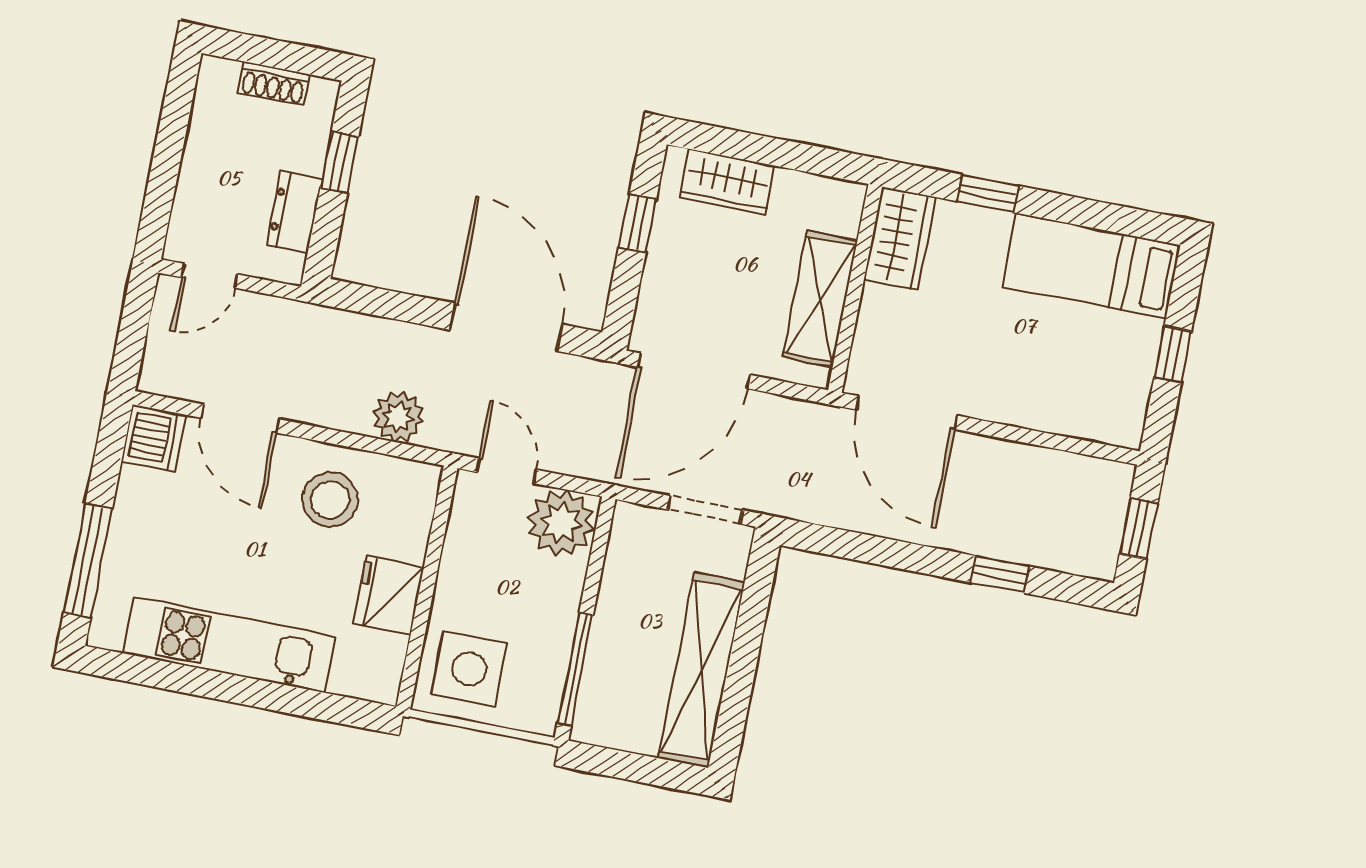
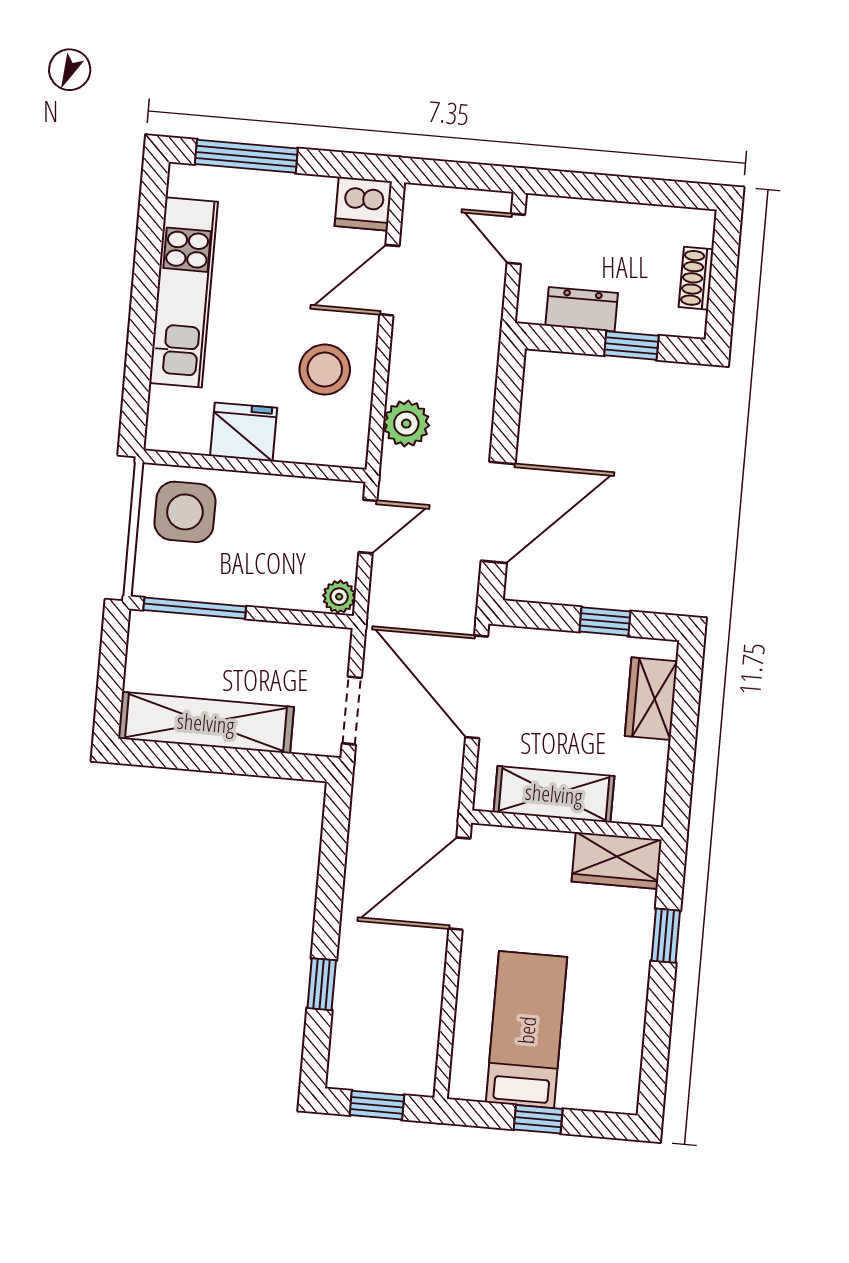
bed: (1091, 266) -> (527, 1030), moved
plant: (561, 523) -> (339, 597), width x0.53, depth x0.53

